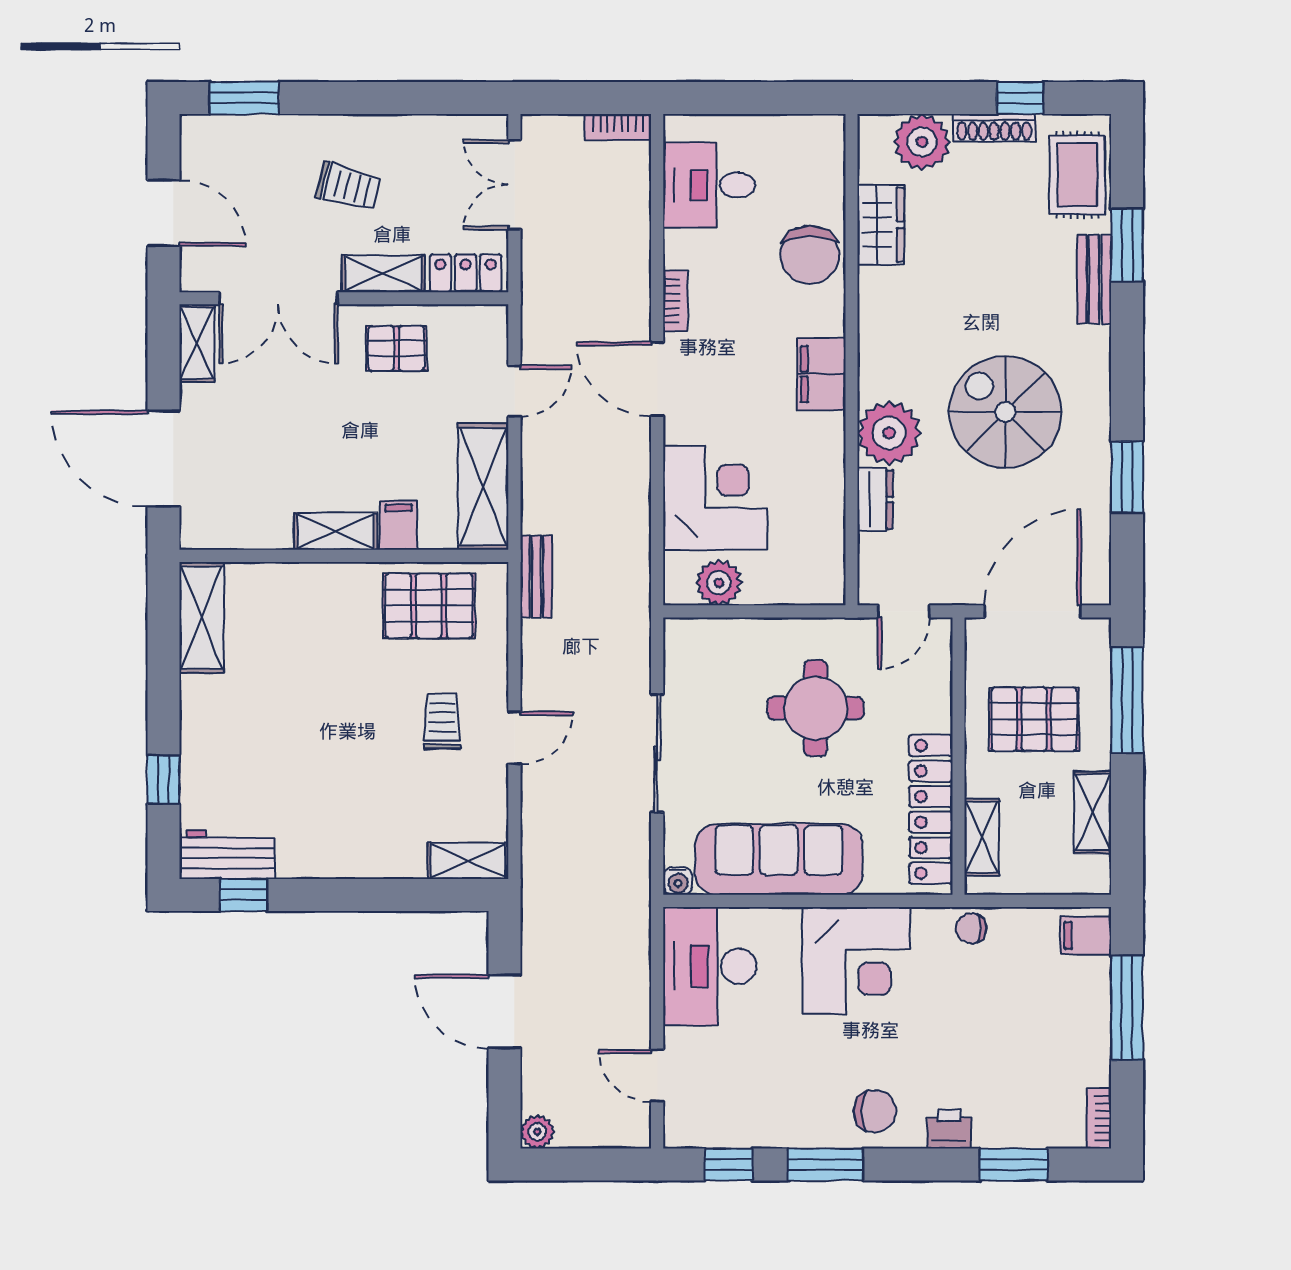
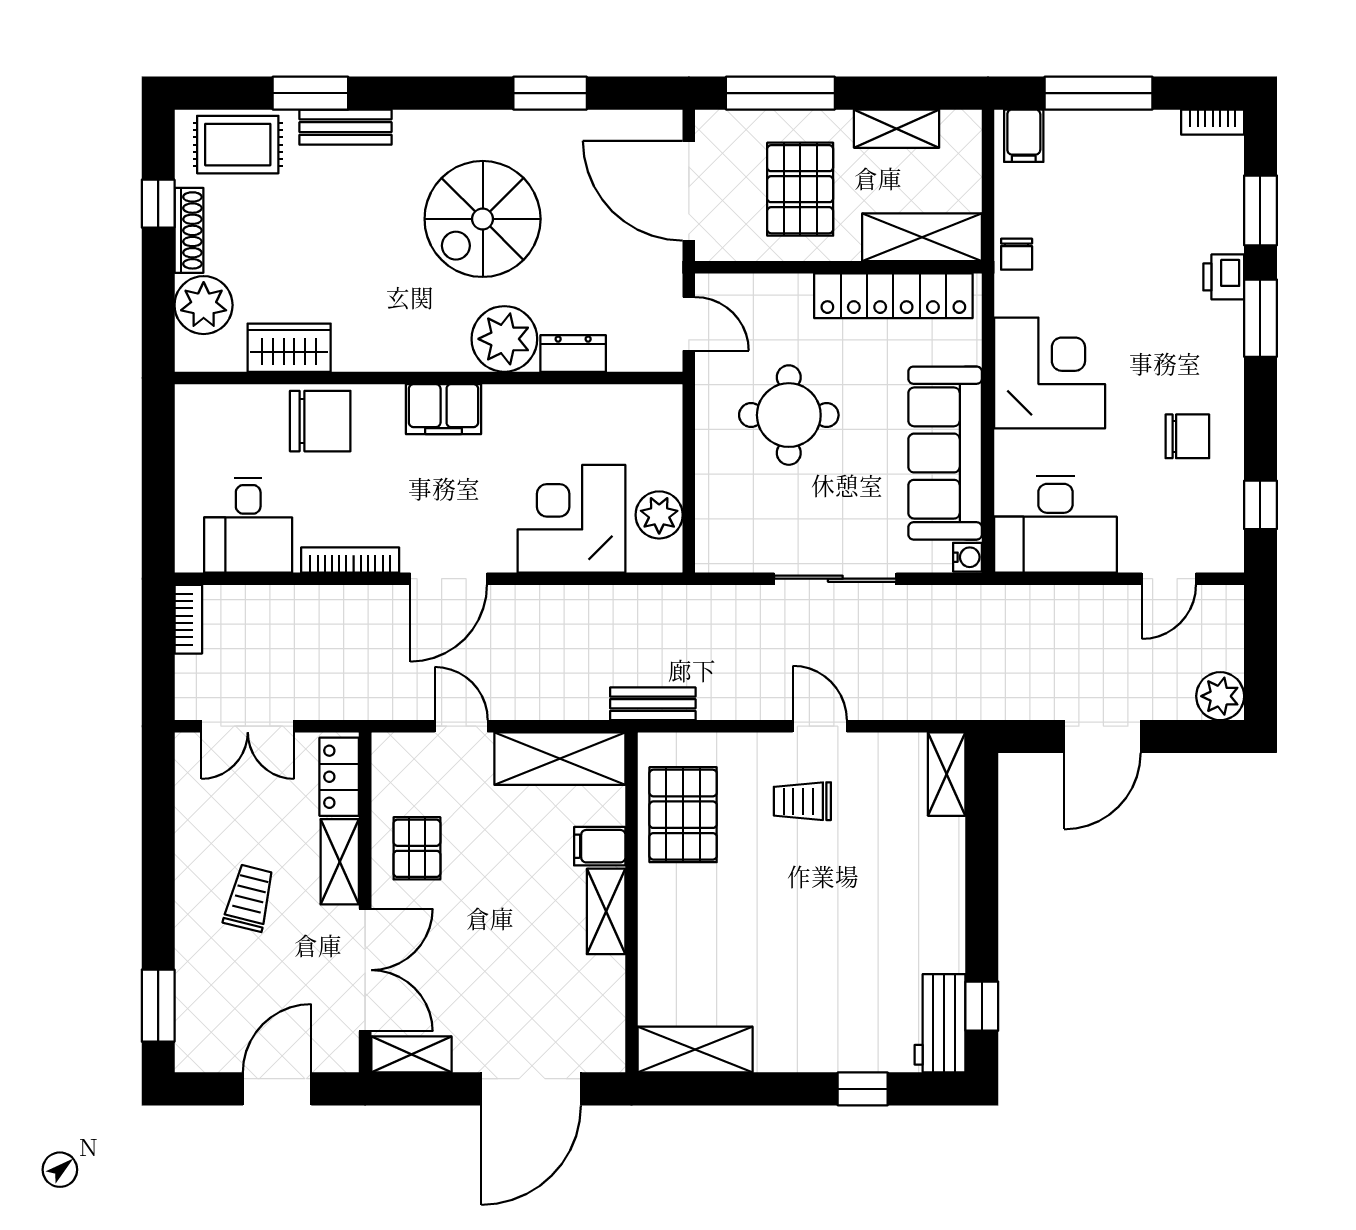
bookcase: (675, 301) -> (350, 560), width x1.56
shelving: (982, 837) -> (922, 237), width x1.50, depth x1.33
chair: (875, 1111) -> (1187, 436), moved, turned 90
plant: (537, 1132) -> (1220, 696), width x1.38, depth x1.38
window: (825, 1165) -> (1260, 318), moved

